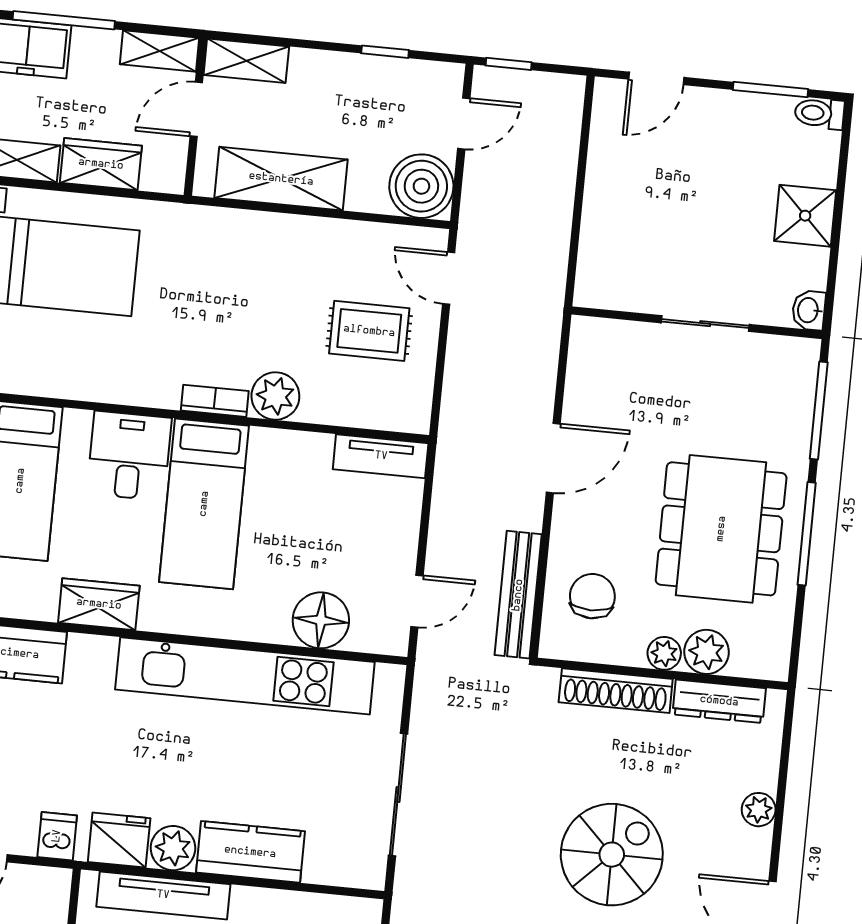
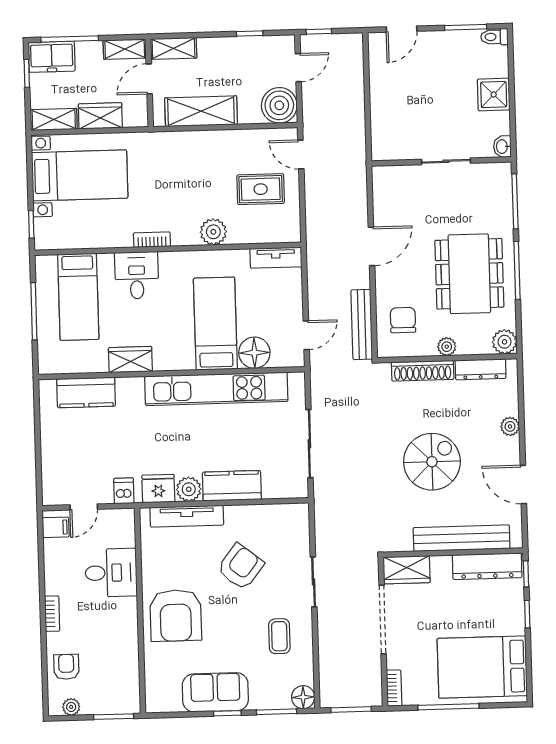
bookcase: (215, 401) -> (152, 240), moved
bed: (204, 504) -> (215, 324), moved, turned 180
plant: (707, 652) -> (505, 342), moved

